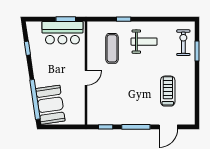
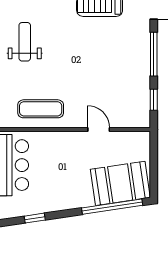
exercise mat: (112, 48) -> (41, 109), moved
door: (86, 78) -> (99, 130), moved

